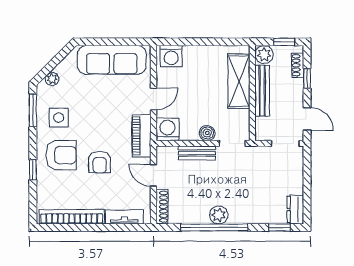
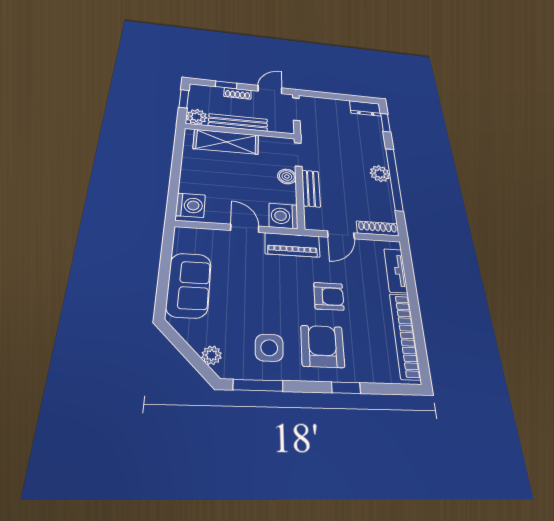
sofa: (112, 60) -> (189, 285), width x0.73
shoe rack: (298, 65) -> (238, 93), moved

